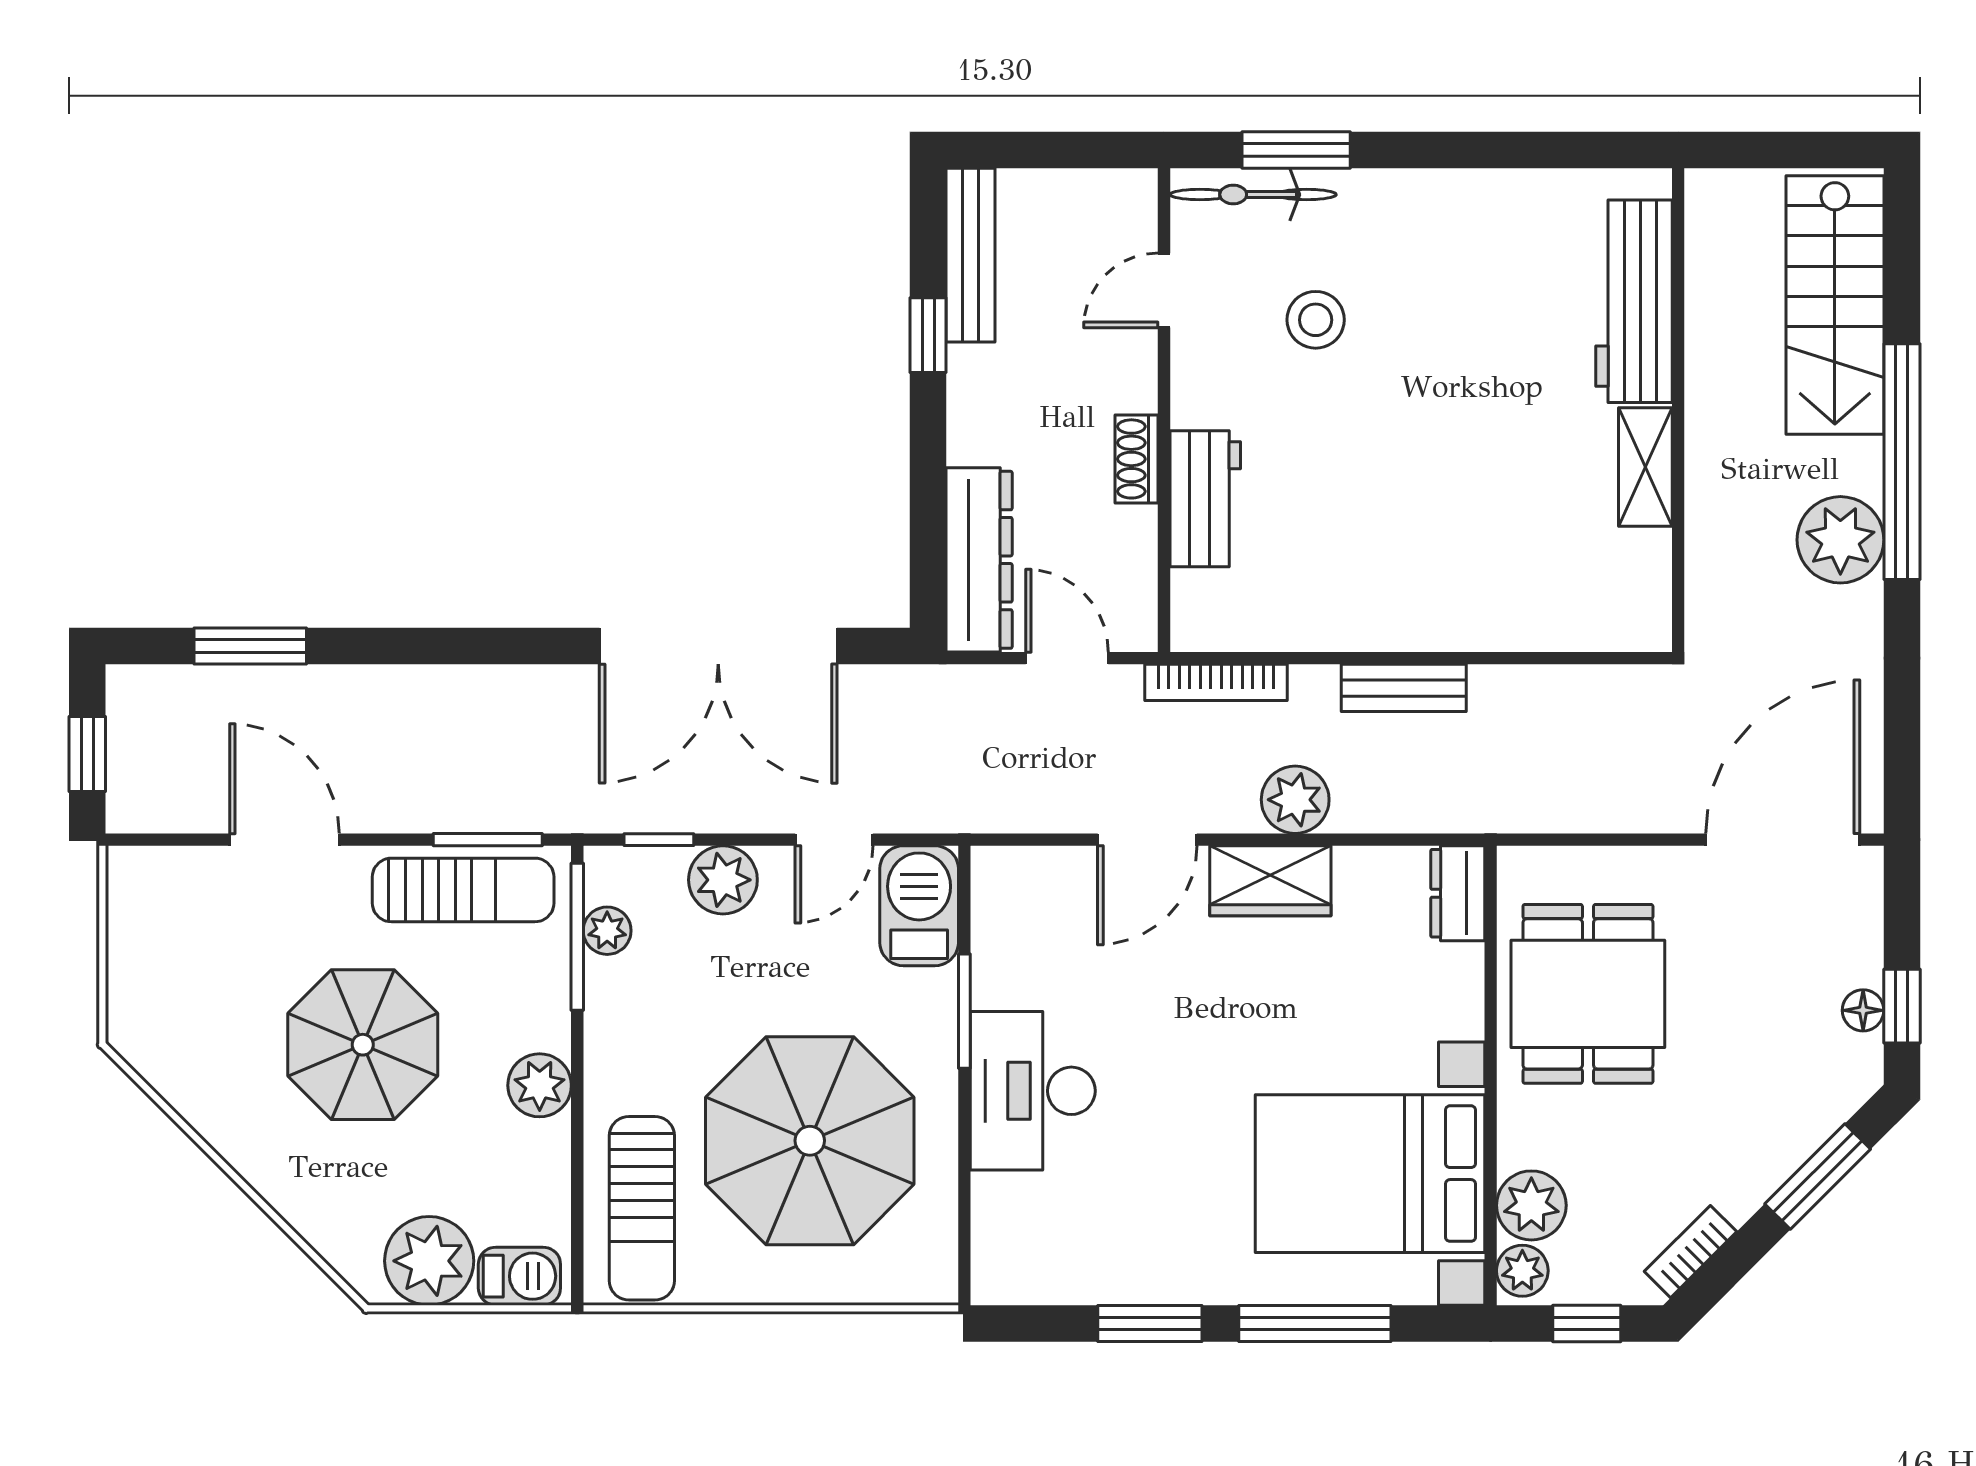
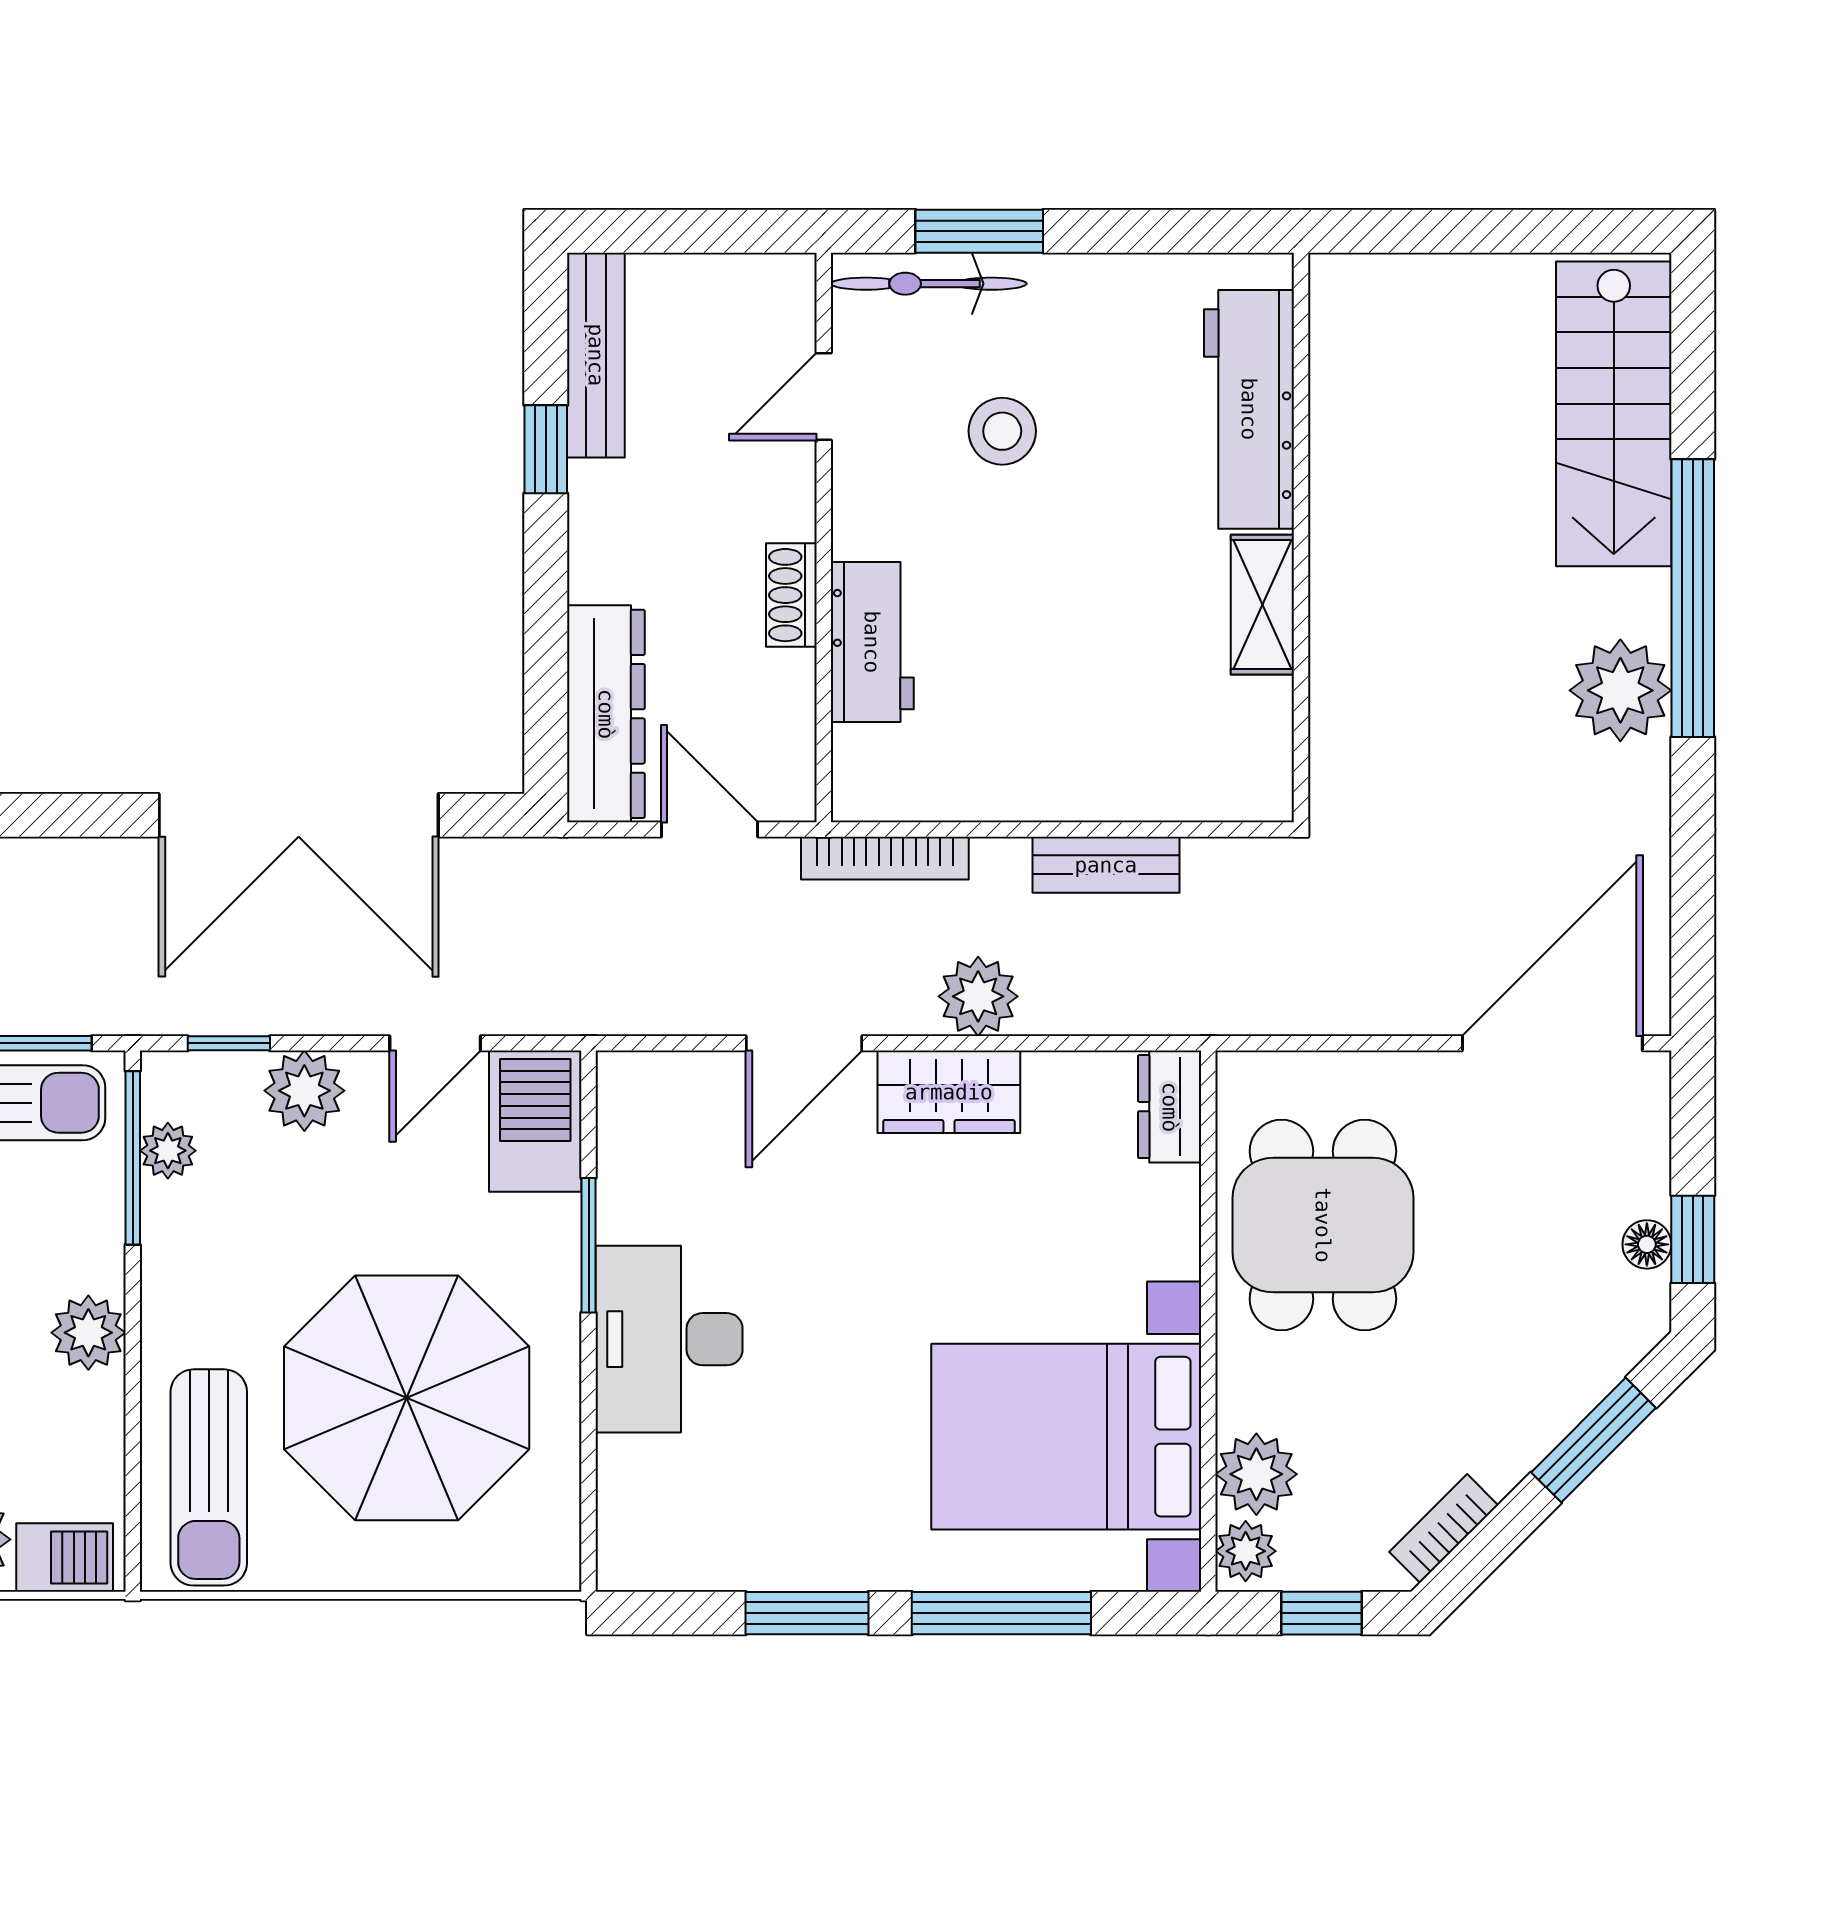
workbench: (1634, 301) -> (1249, 409), moved
wall: (1678, 410) -> (1301, 538), moved
shelving: (1645, 467) -> (1262, 605), moved

